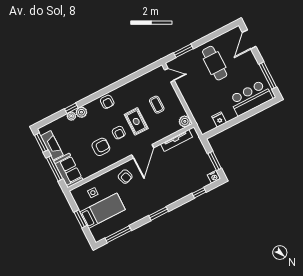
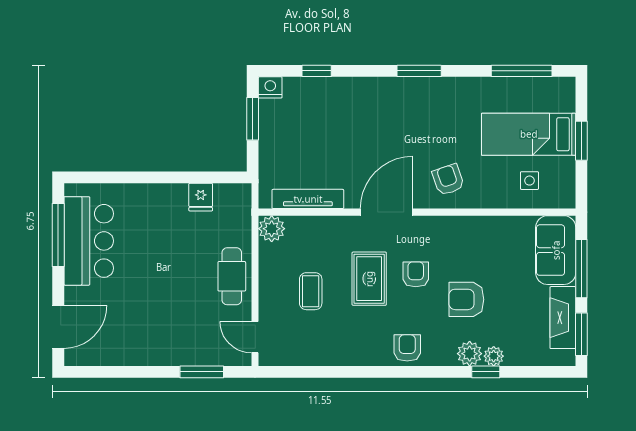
cafe table: (215, 63) -> (232, 276), moved, width x0.73, depth x0.74
bar counter: (251, 98) -> (89, 241), moved, turned -90
armchair: (101, 147) -> (466, 299), moved

